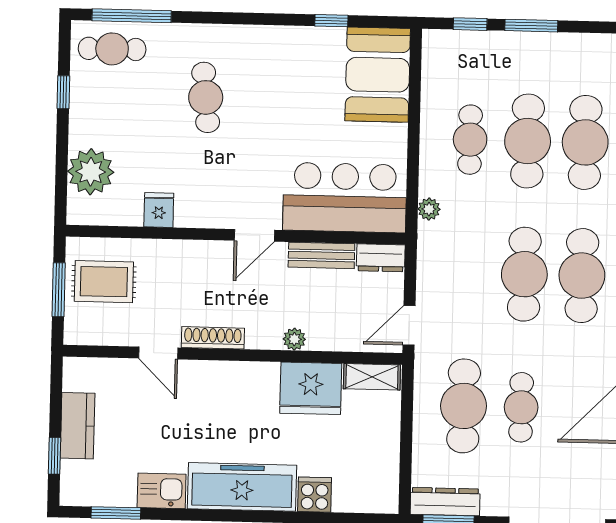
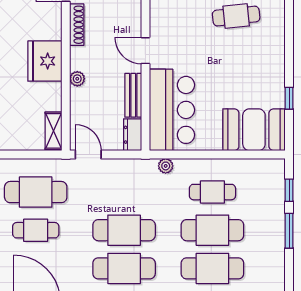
fridge: (311, 388) -> (45, 61), moved

